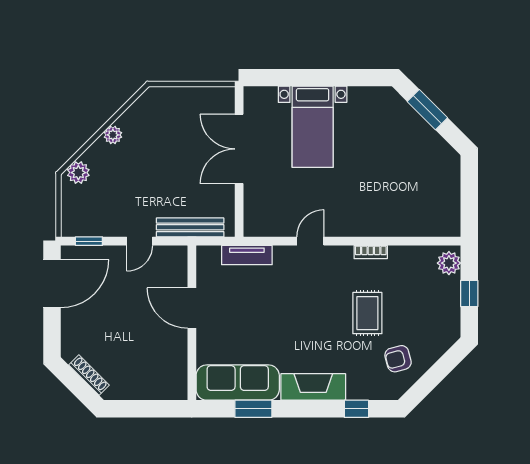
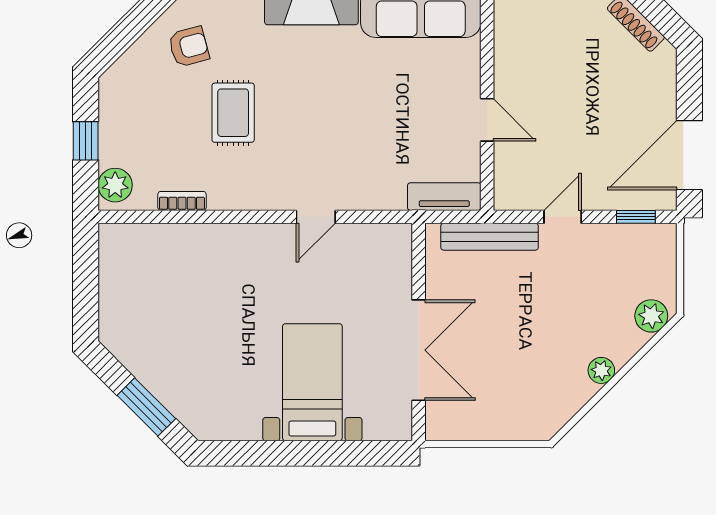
bookcase: (371, 252) -> (182, 201), moved
tv unit: (247, 255) -> (444, 197), moved
door: (192, 308) -> (487, 120), width x0.73

